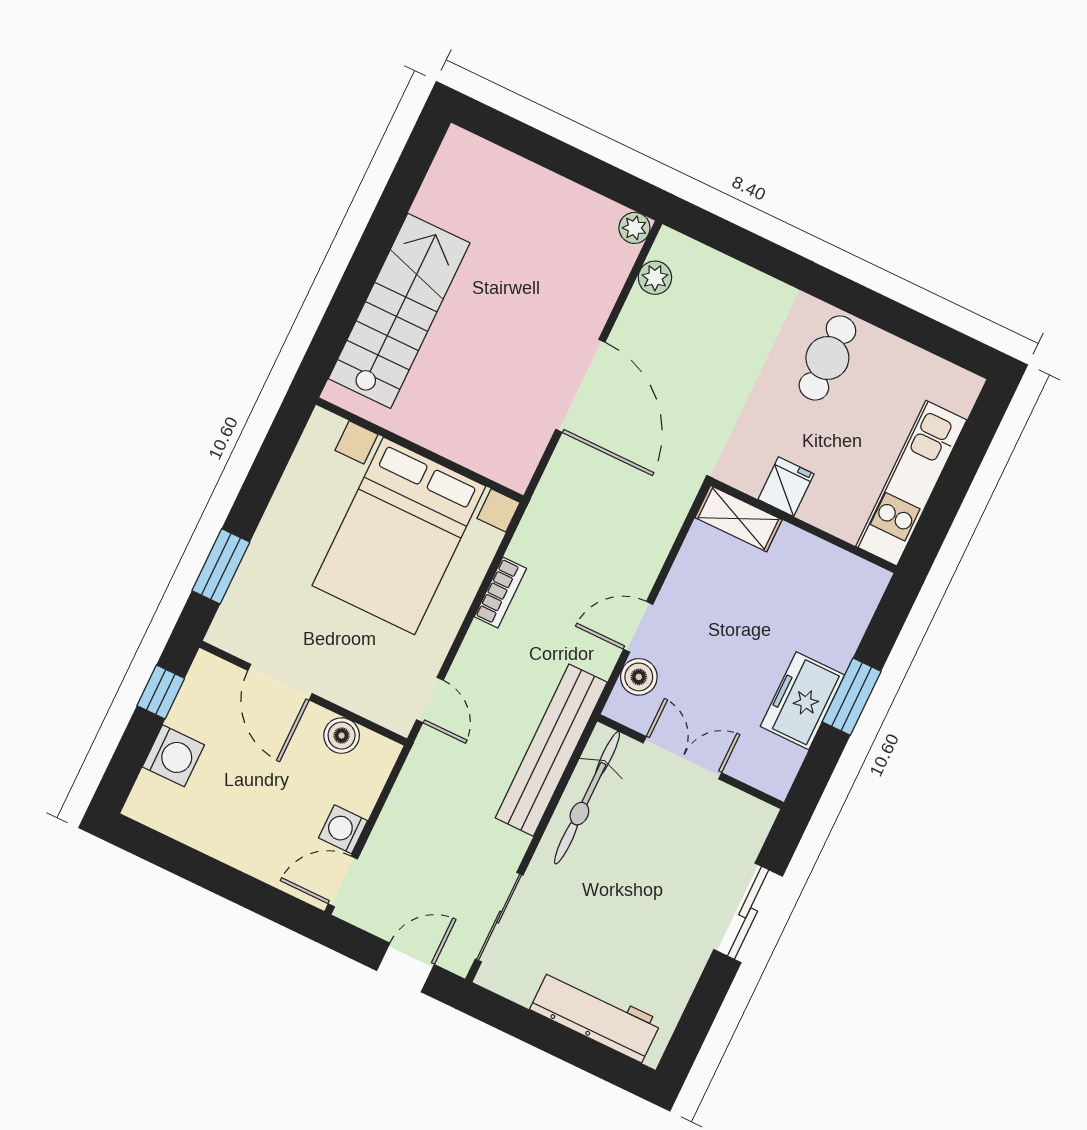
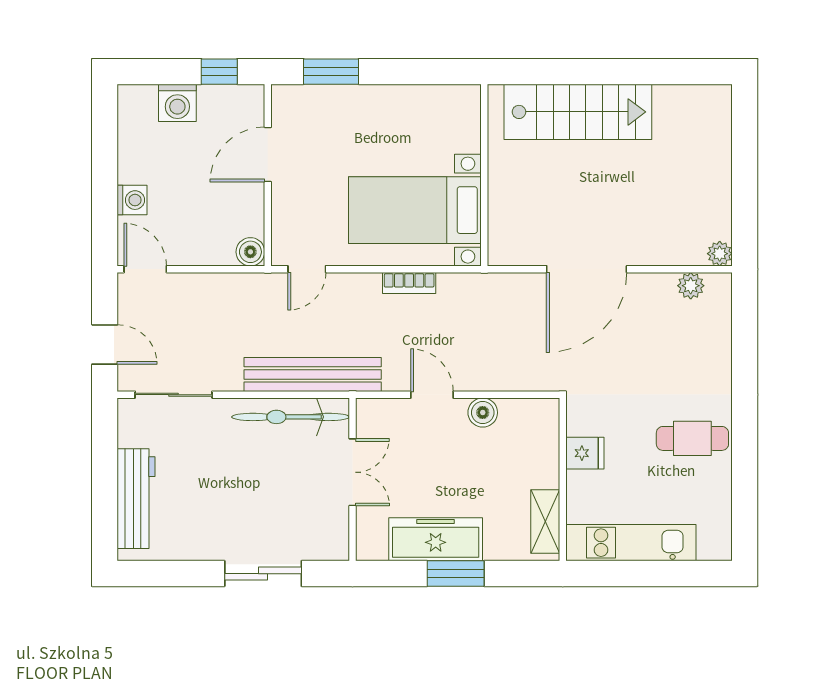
shelving: (738, 519) -> (545, 522), moved
bed with nightstands: (399, 536) -> (415, 210), width x0.73
boiler: (639, 677) -> (483, 413), moved
freezer: (802, 701) -> (436, 539), width x1.40
boiler: (342, 736) -> (250, 252), moved
washing machine: (343, 829) -> (132, 200), moved, turned 90

